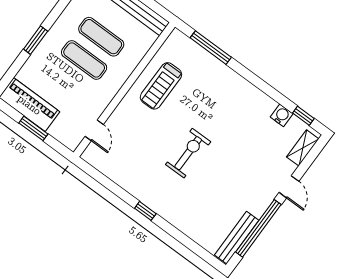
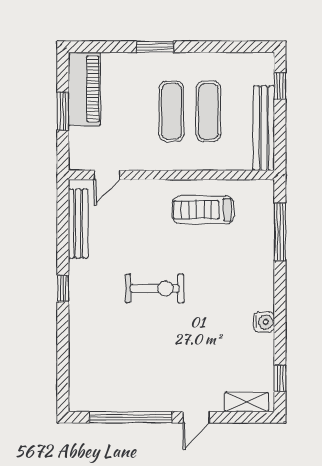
water cooler: (282, 115) -> (264, 322), moved
bench: (237, 238) -> (78, 224), moved, turned 90

